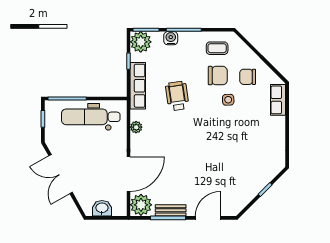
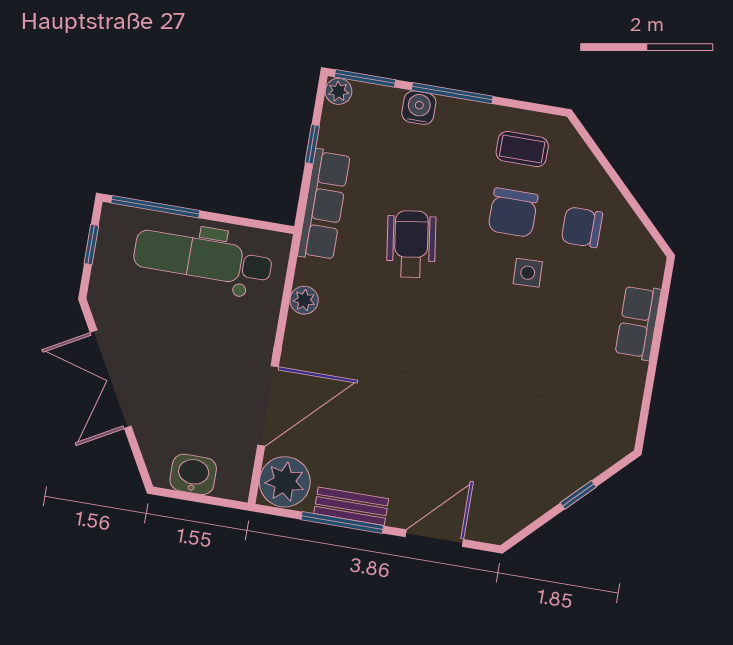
plant: (141, 42) -> (339, 91), width x0.53, depth x0.53
chair: (218, 76) -> (513, 213), turned 90
row of seats: (278, 100) -> (638, 322), moved

